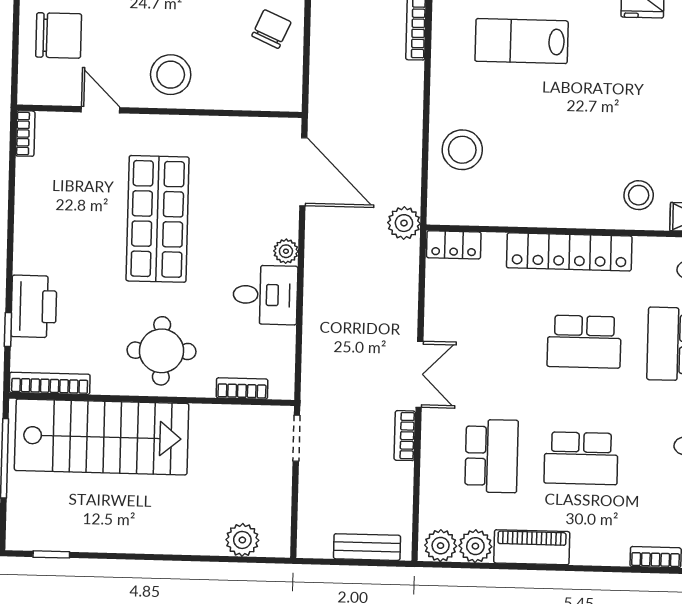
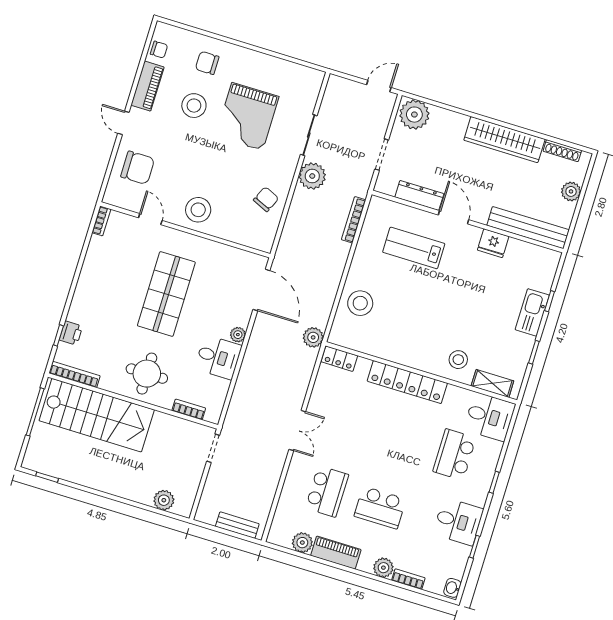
printer: (34, 306) -> (71, 333), width x0.53, depth x0.68
school desk: (584, 342) -> (401, 438), removed
bookcase: (405, 436) -> (278, 465), removed
plant: (441, 546) -> (383, 568), moved

